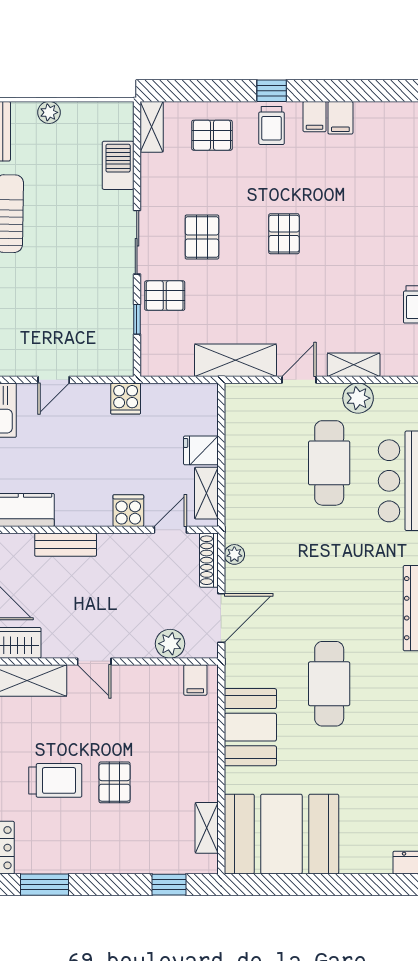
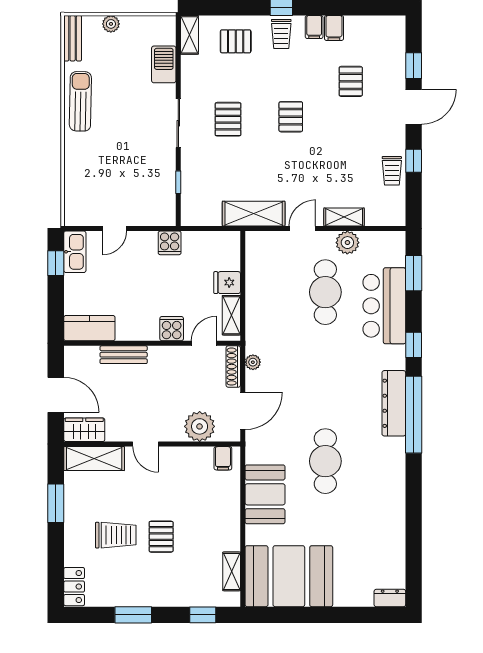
pallet: (165, 296) -> (351, 81), moved, turned 90
plant: (170, 644) -> (200, 426), width x1.36, depth x1.36
window: (44, 885) -> (133, 615), moved

